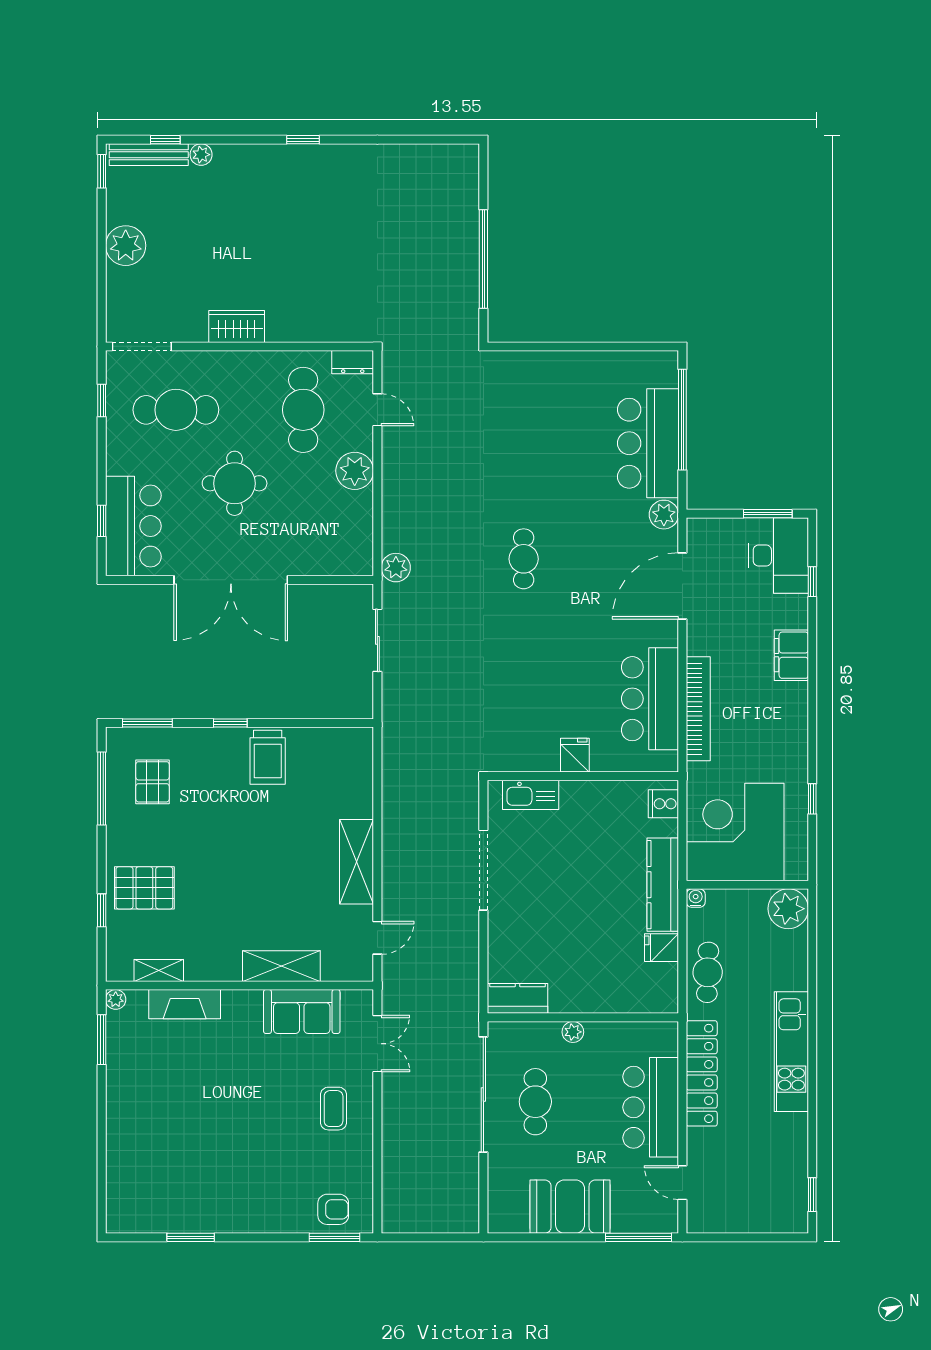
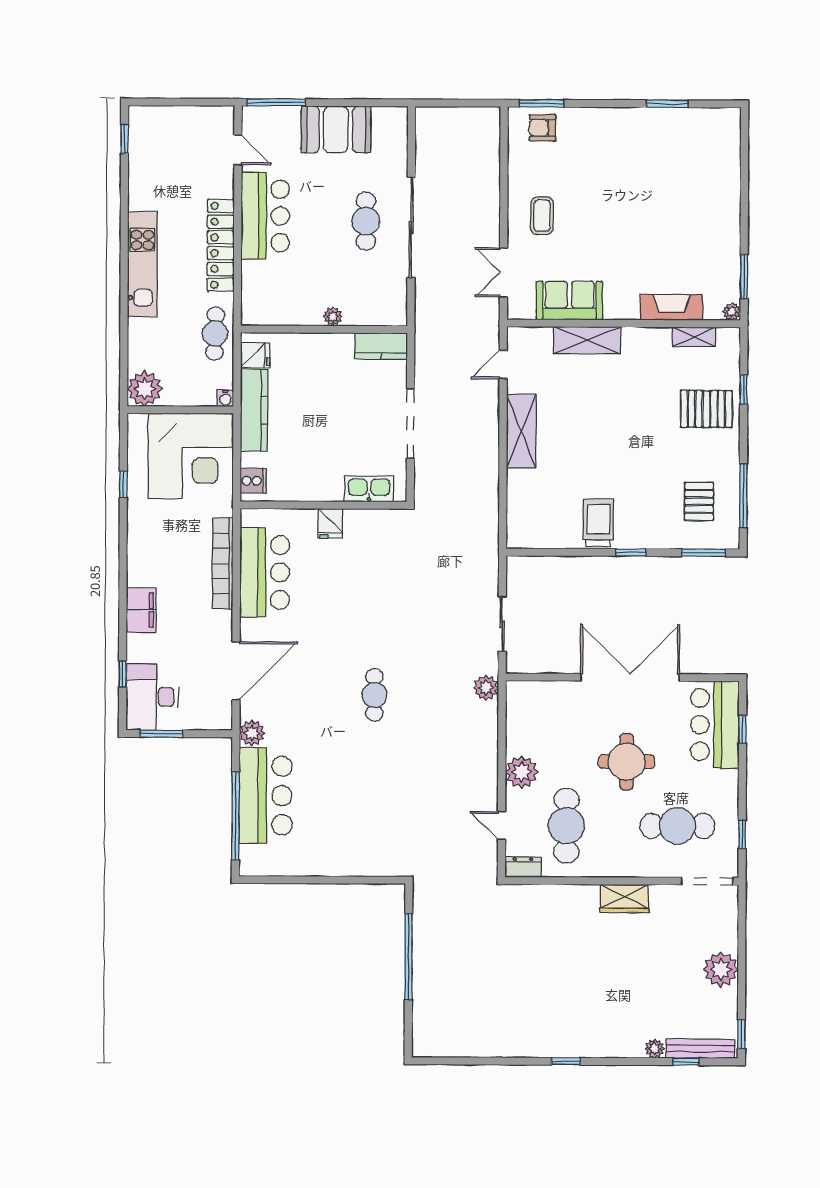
kitchen counter: (518, 998) -> (381, 346), moved
wall: (583, 1017) -> (324, 329), moved
plant: (573, 1032) -> (333, 317), moved

